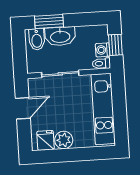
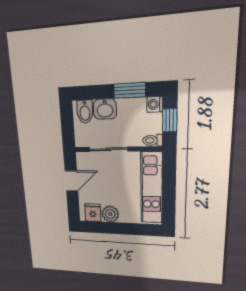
window: (49, 22) -> (130, 90), moved
washbasin: (60, 36) -> (105, 109), width x0.72
washing machine: (103, 50) -> (155, 104), moved

